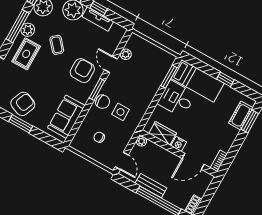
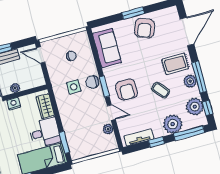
tv unit: (98, 19) -> (139, 137), moved
rug: (26, 54) -> (175, 64), turned 90
wardrobe: (163, 133) -> (45, 106), moved, turned 90
plant: (141, 141) -> (15, 88), moved

